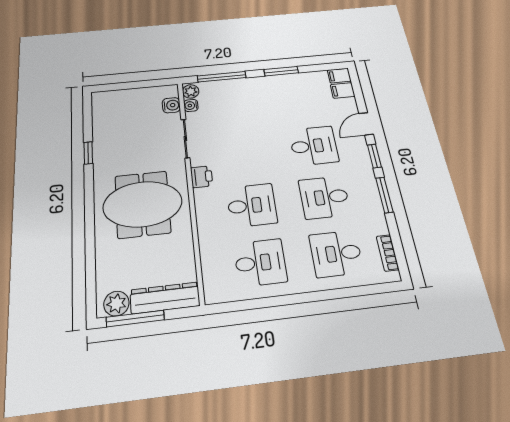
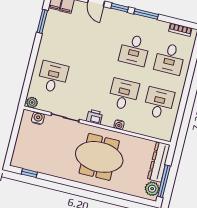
window: (281, 71) -> (42, 21), moved
window: (222, 77) -> (28, 79), removed
water cooler: (191, 105) -> (119, 125), moved
desk: (314, 146) -> (53, 77), moved
window: (88, 153) -> (29, 173), moved
meeting table: (143, 204) -> (99, 157), turned 90

